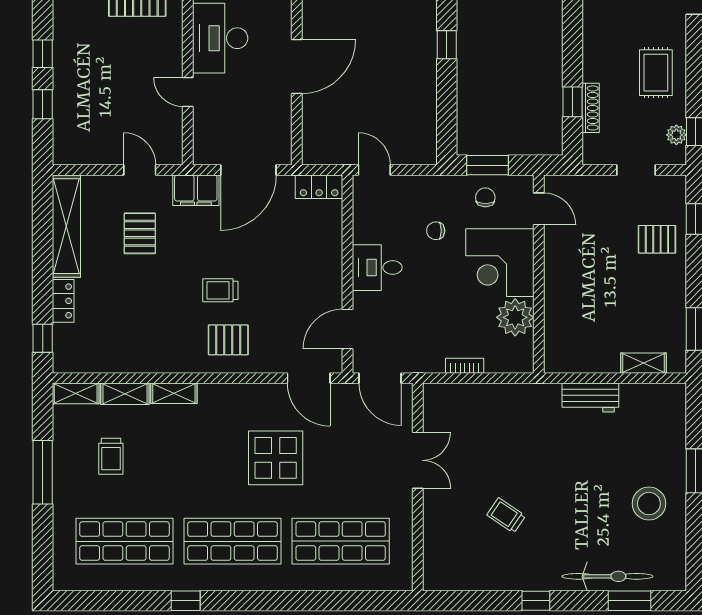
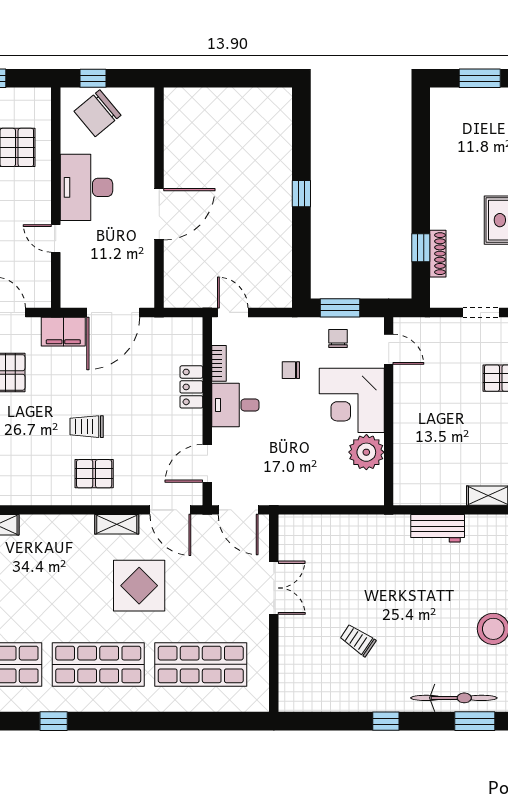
locker: (319, 187) -> (191, 387), moved, turned 90
bookcase: (465, 366) -> (219, 363), moved, turned 90
shelving: (174, 393) -> (117, 524), moved

